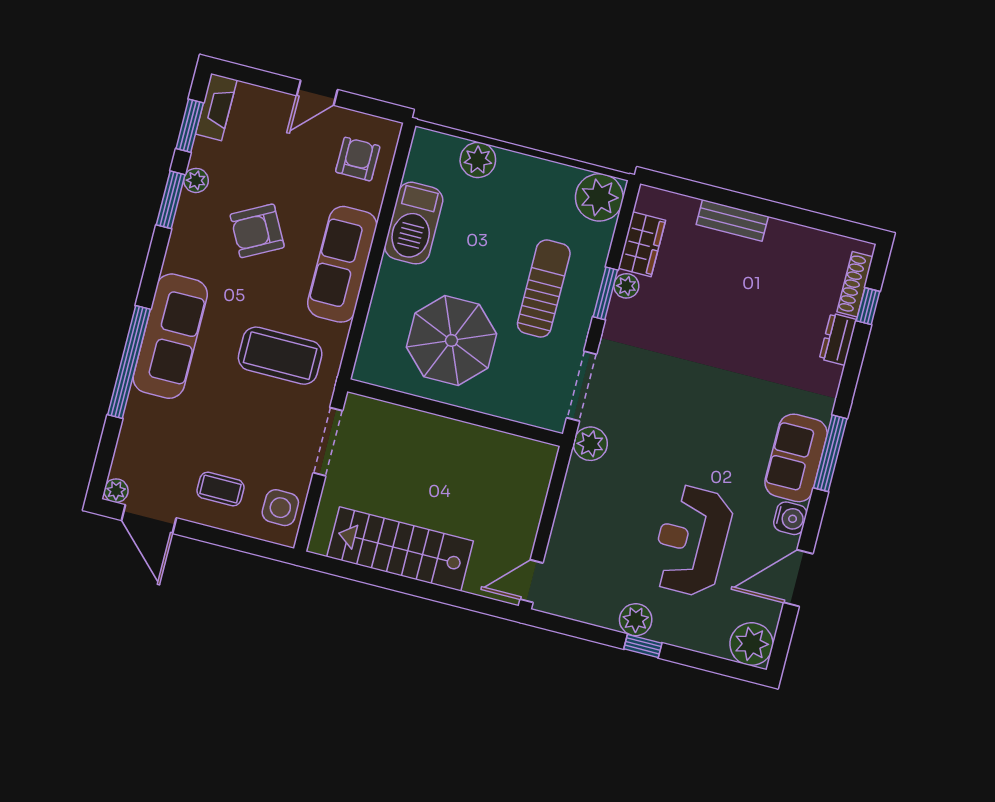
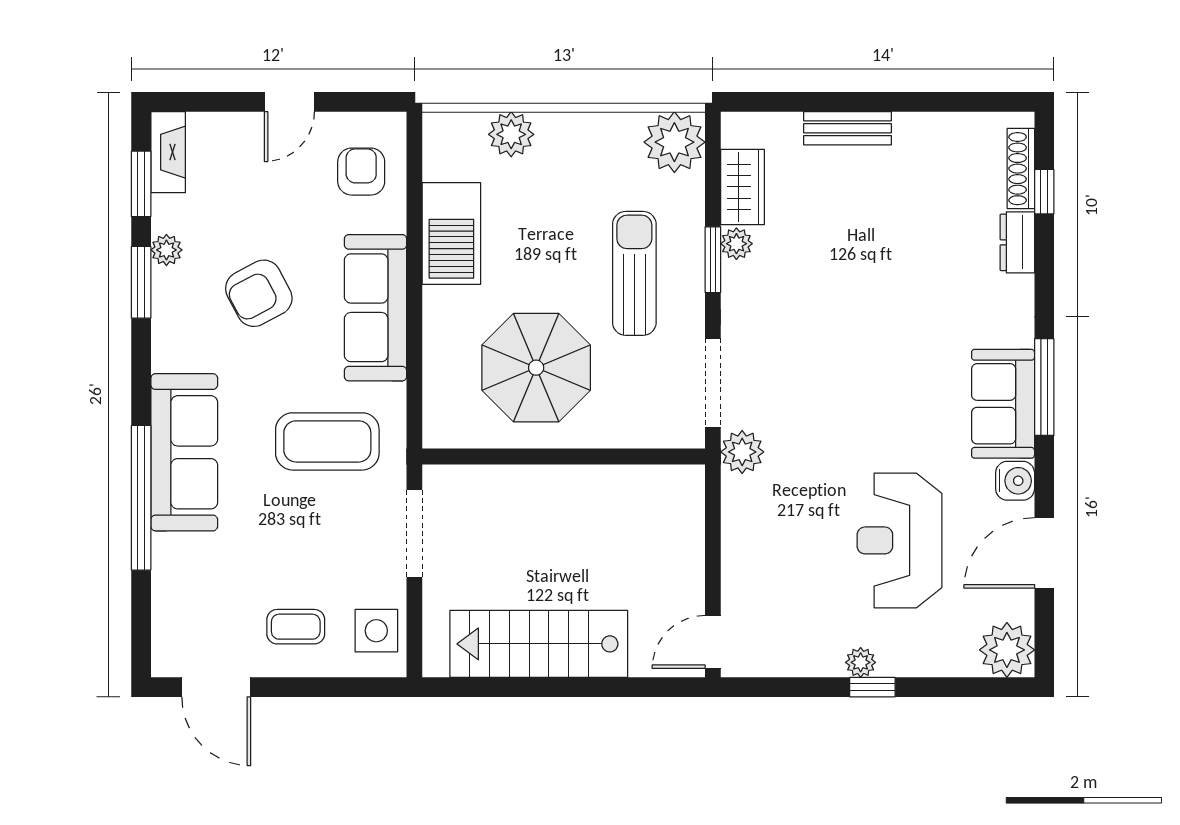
plant: (116, 491) -> (166, 662), removed
plant: (636, 620) -> (861, 662), width x0.73, depth x0.73

